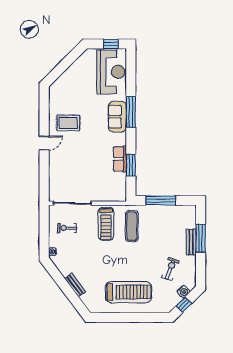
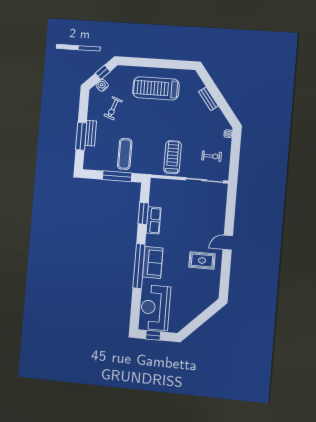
window: (131, 112) -> (139, 266), width x1.46
exercise mat: (132, 226) -> (125, 154), moved

